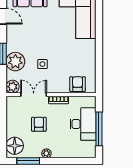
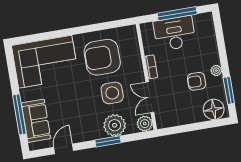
side table: (42, 64) -> (112, 93), width x1.87, depth x1.87
armchair: (78, 84) -> (102, 57), moved, width x1.88, depth x1.88
armchair: (39, 124) -> (197, 81), moved

